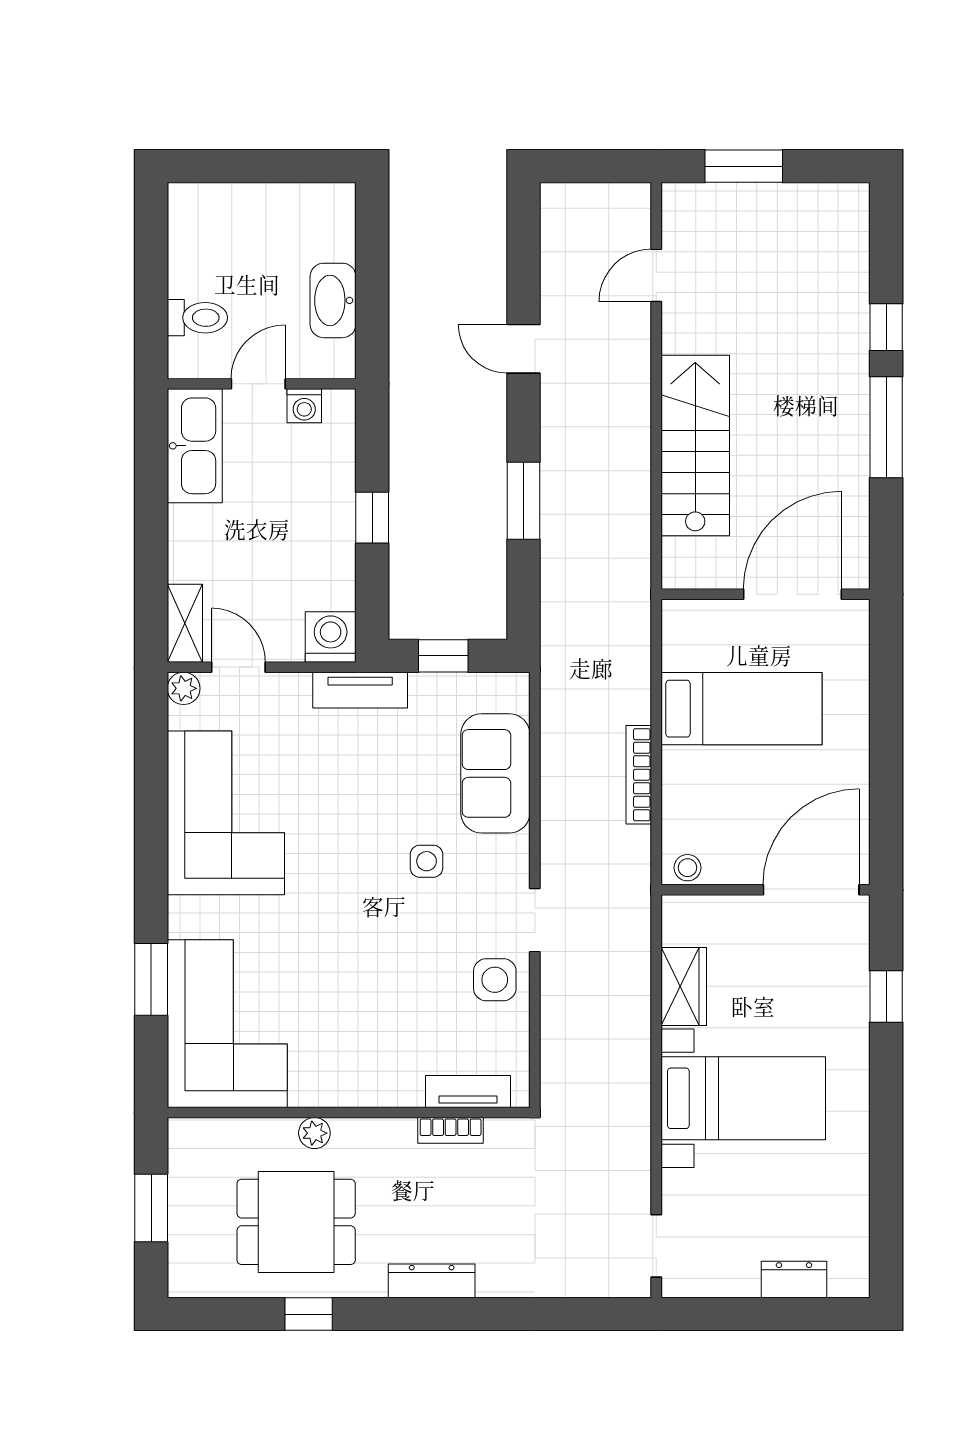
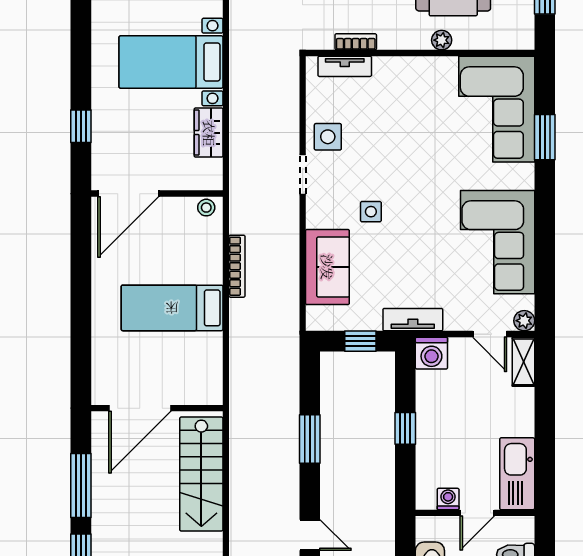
wall: (766, 594) -> (157, 408), moved
door: (792, 594) -> (140, 408), moved

